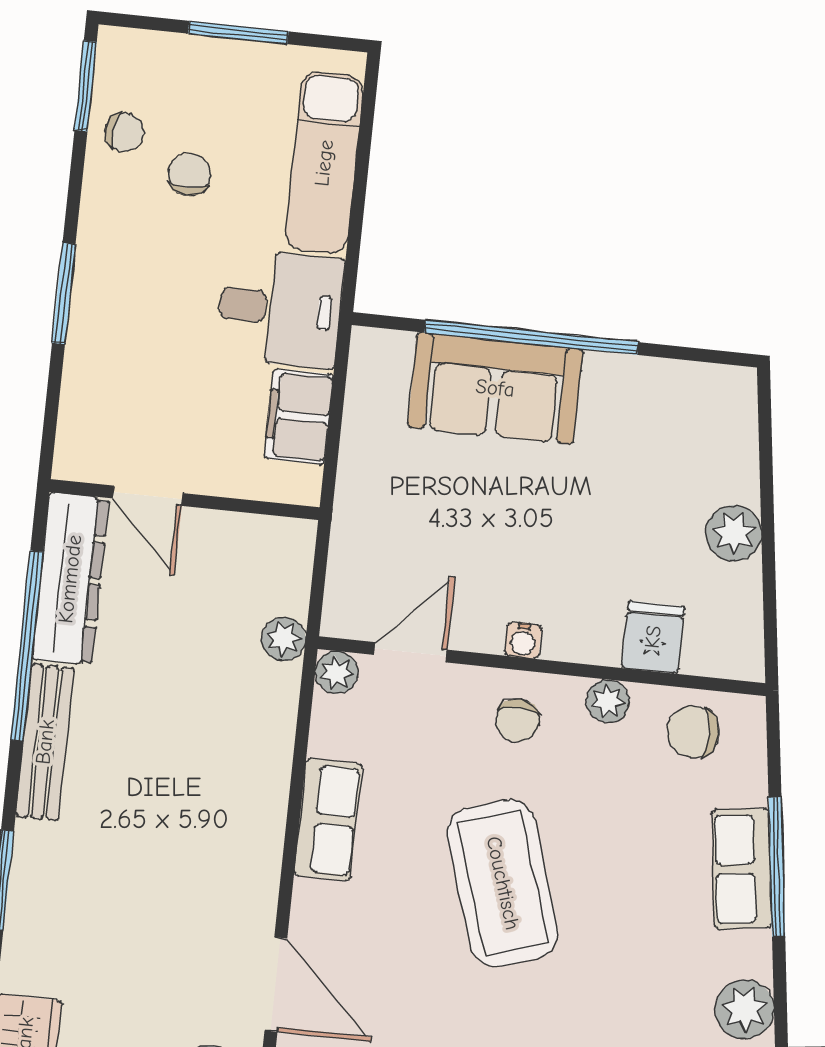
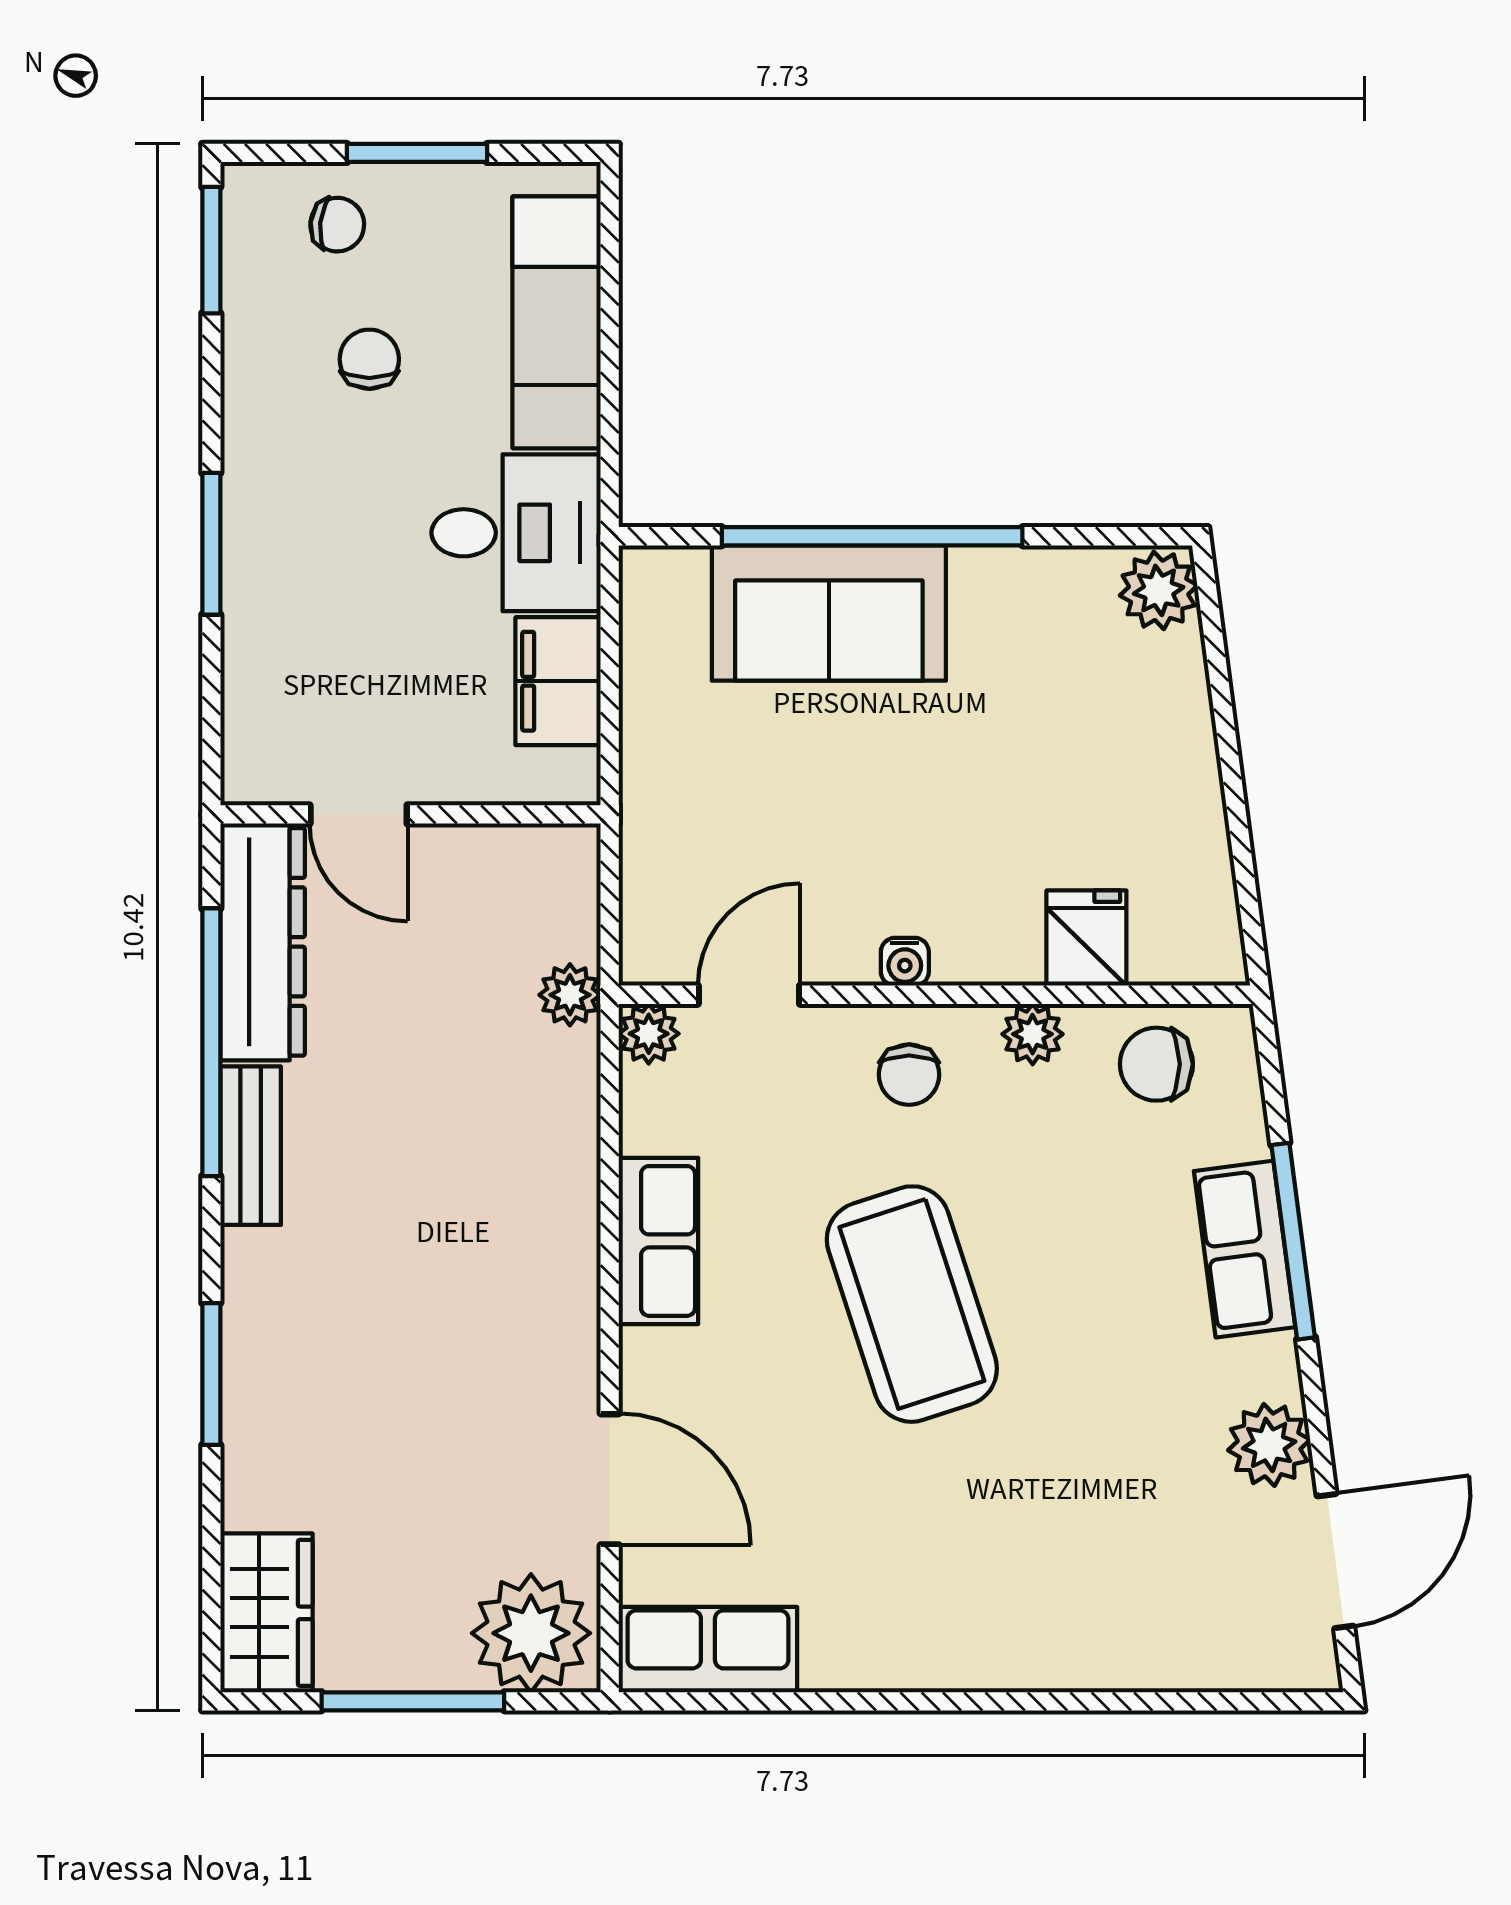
chair: (124, 132) -> (337, 225), moved
plant: (734, 533) -> (1159, 590), moved
bench: (45, 742) -> (251, 1146), width x0.73

